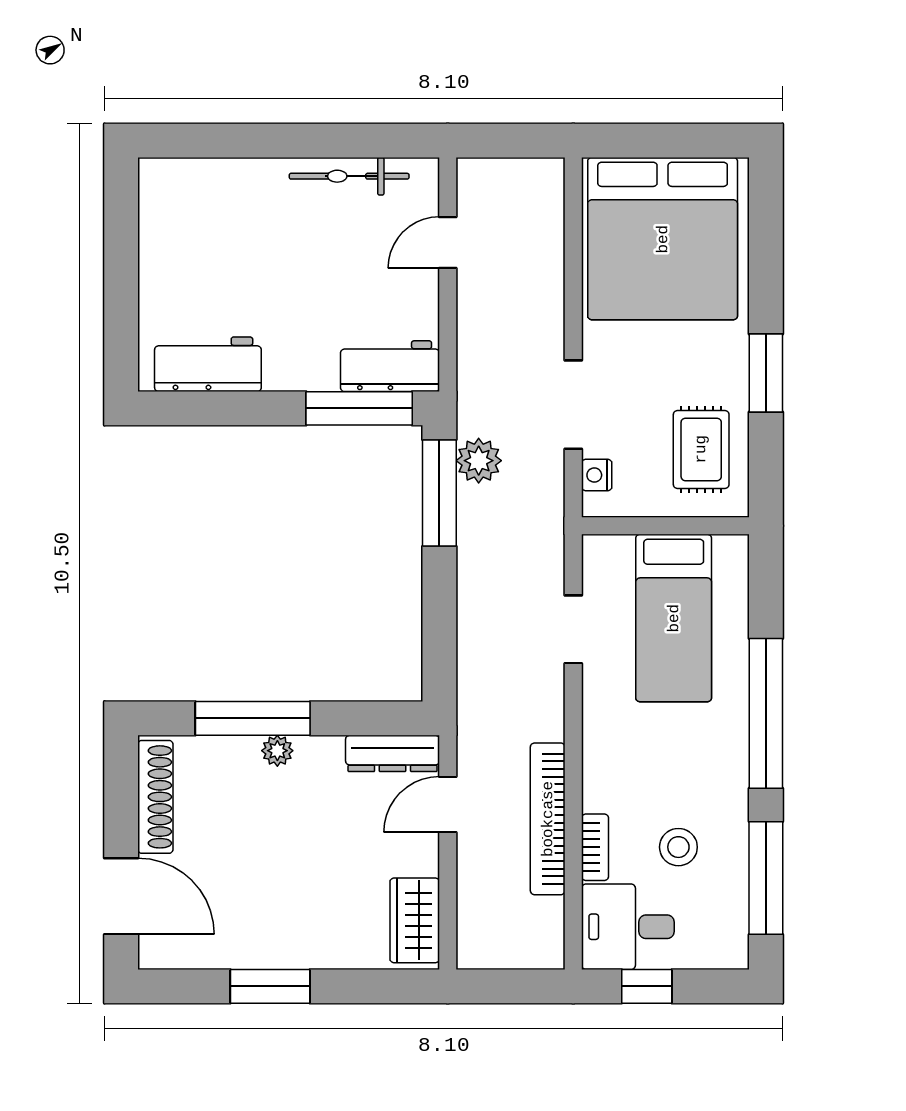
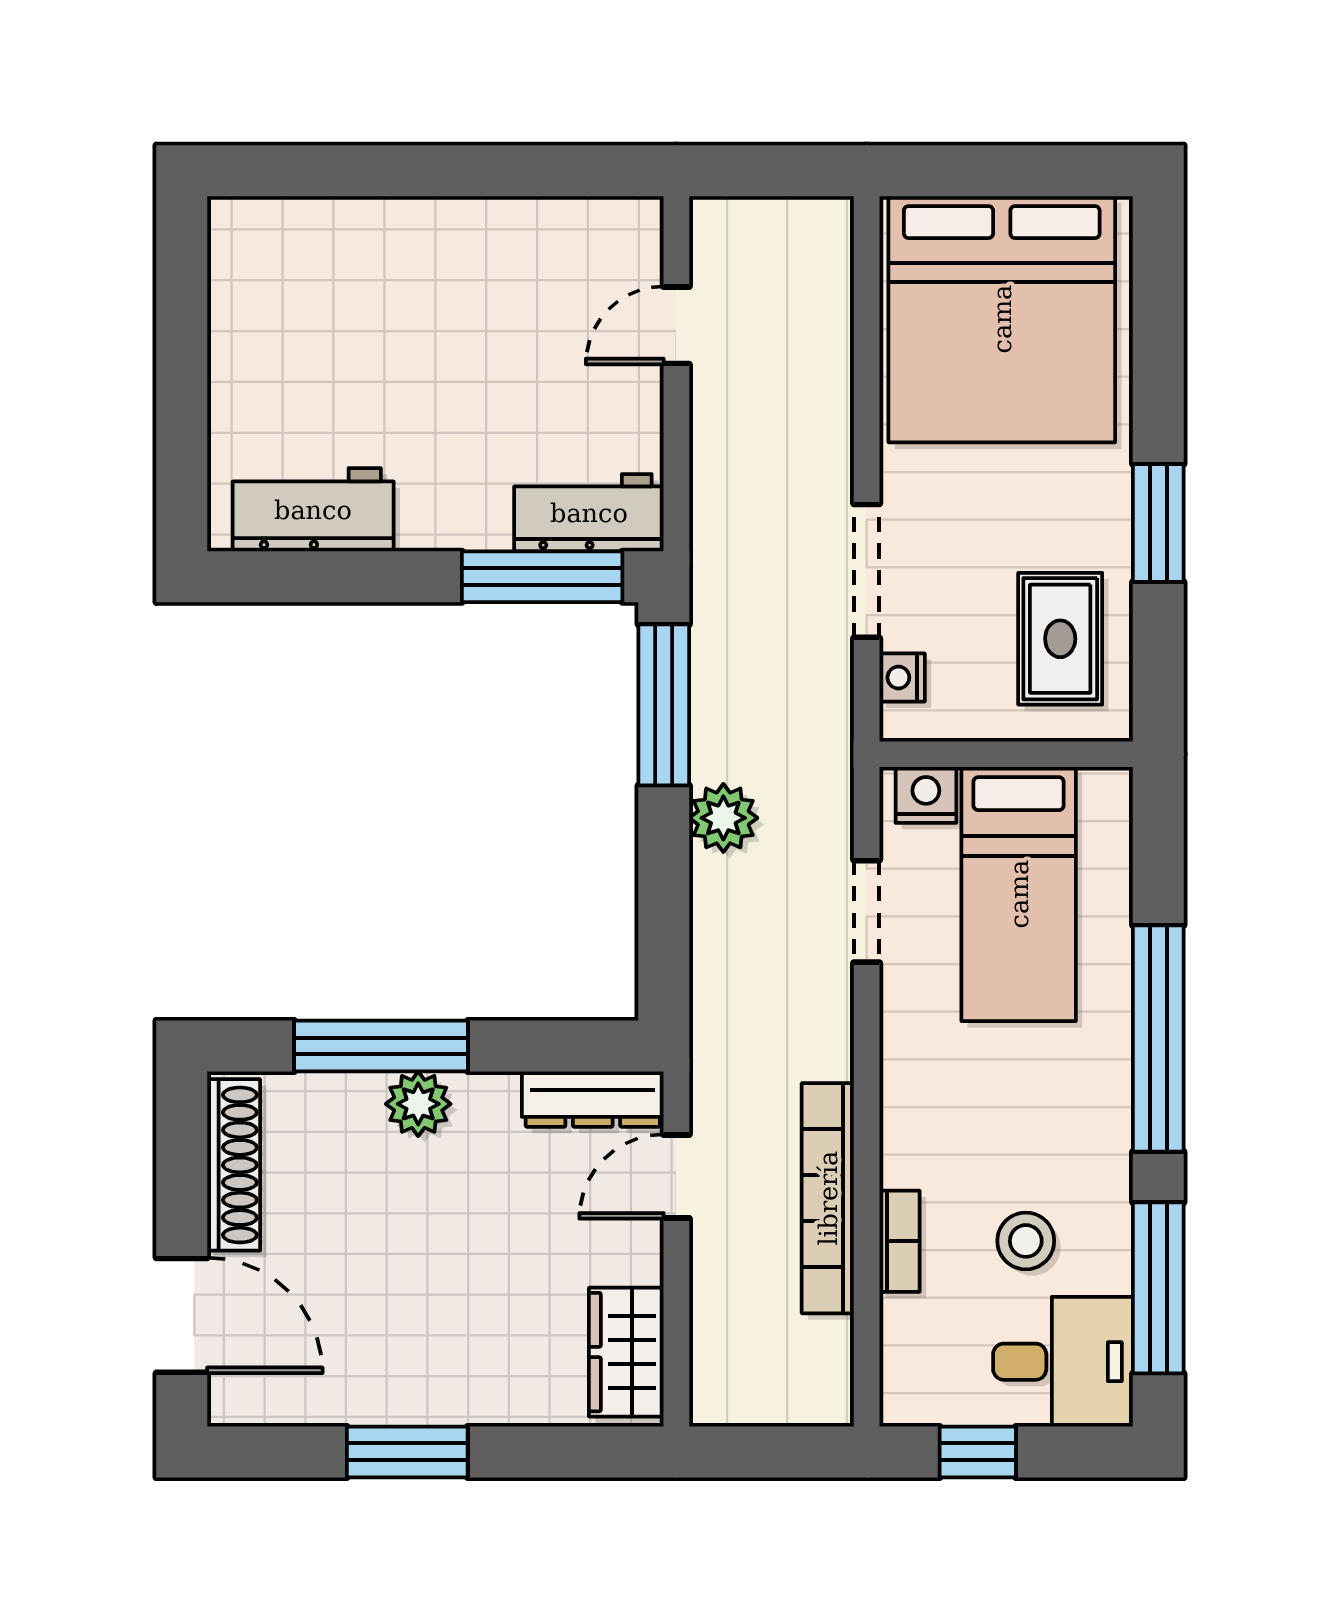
bicycle: (349, 176) -> (527, 225), removed
plant: (479, 461) -> (723, 818), moved
nightstand: (612, 553) -> (926, 795), added
plant: (277, 751) -> (418, 1104), width x1.38, depth x1.38
desk: (628, 927) -> (1063, 1362), moved, turned 180

